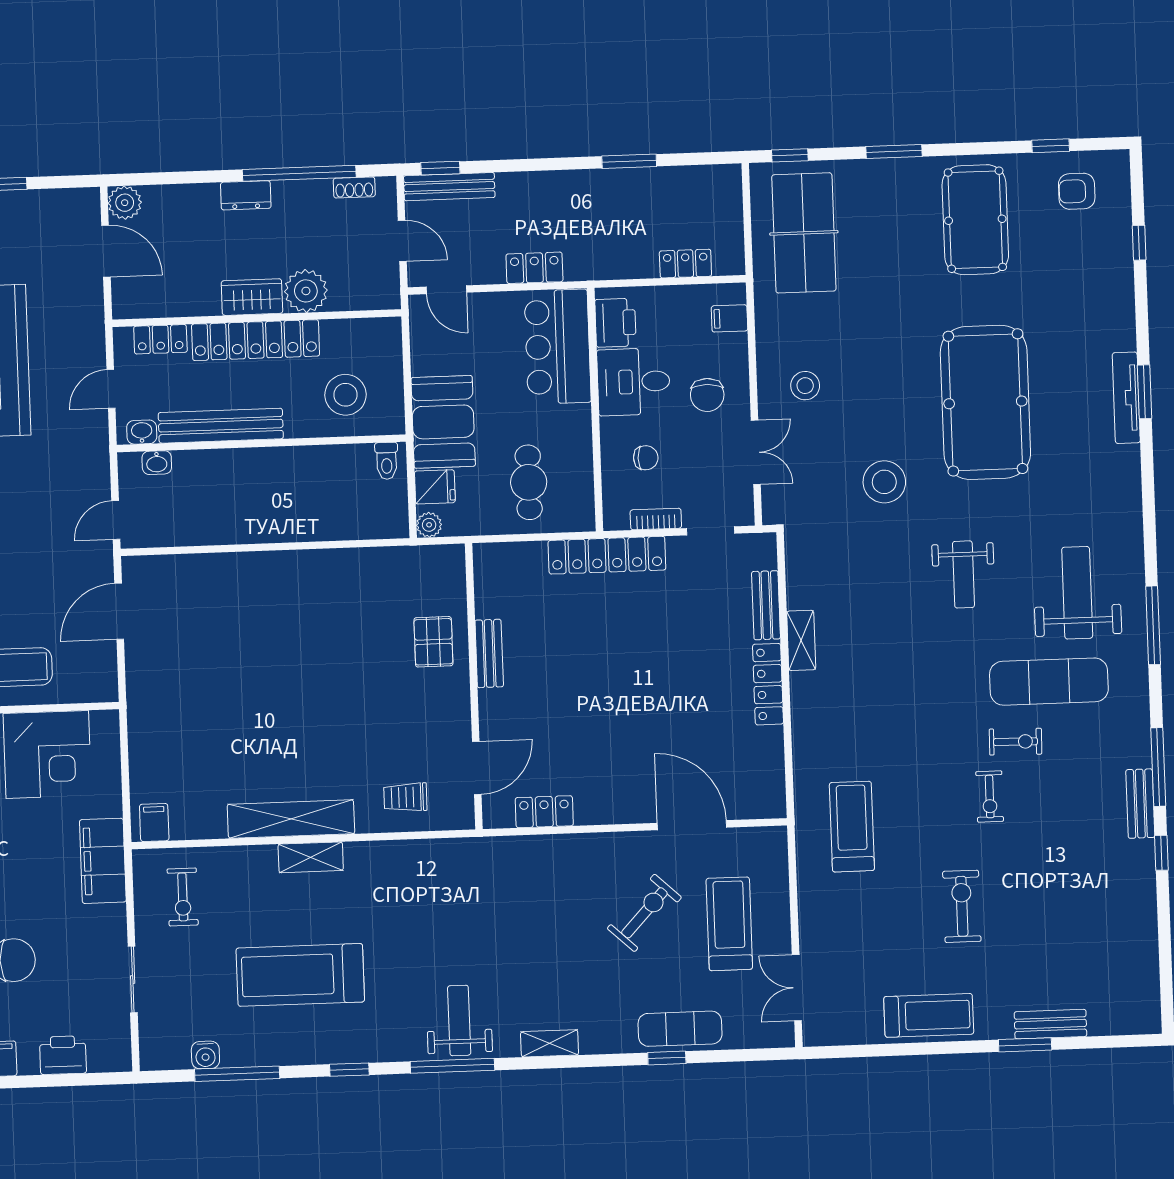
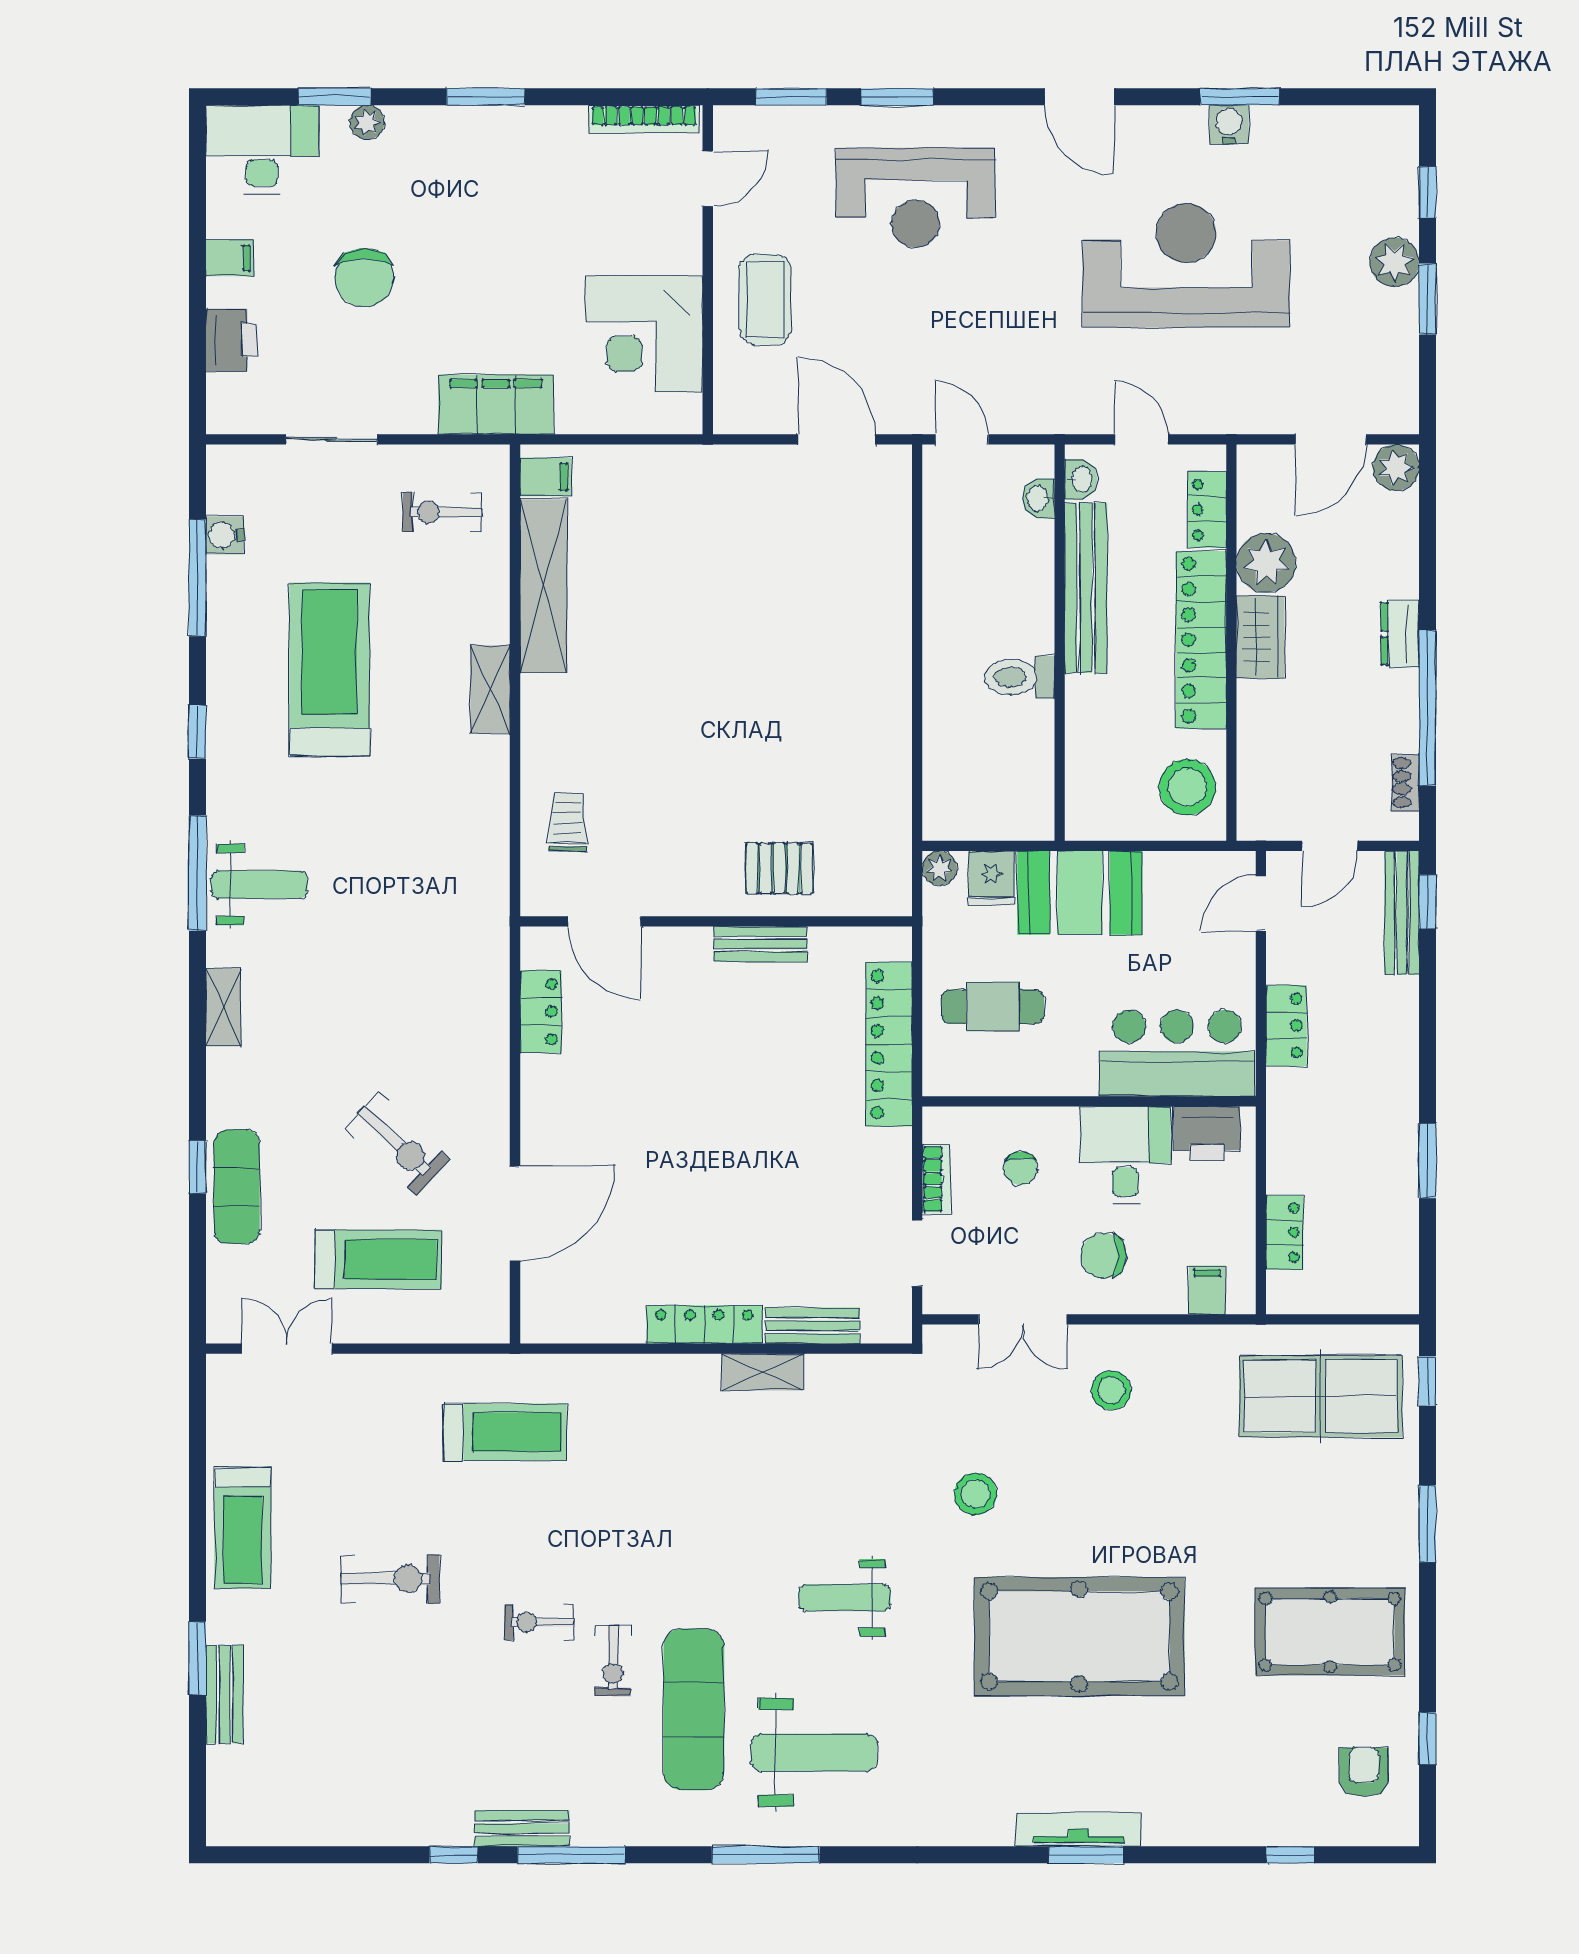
plant: (306, 291) -> (1266, 563), moved
stool: (346, 395) -> (1187, 787), moved
toilet: (387, 461) -> (1020, 677), moved, width x1.37, depth x1.39
stool: (884, 482) -> (976, 1494), width x0.73, depth x0.73
locker: (607, 555) -> (889, 1044), moved
shelving: (291, 819) -> (544, 586), moved

